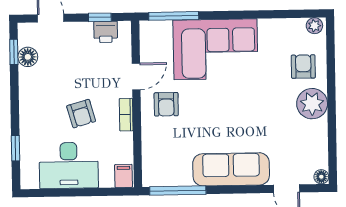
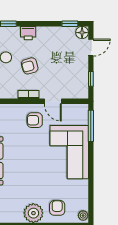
printer: (106, 32) -> (28, 33), moved, turned -90
floor lamp: (28, 57) -> (82, 33), moved
armchair: (303, 67) -> (57, 208), turned -90

